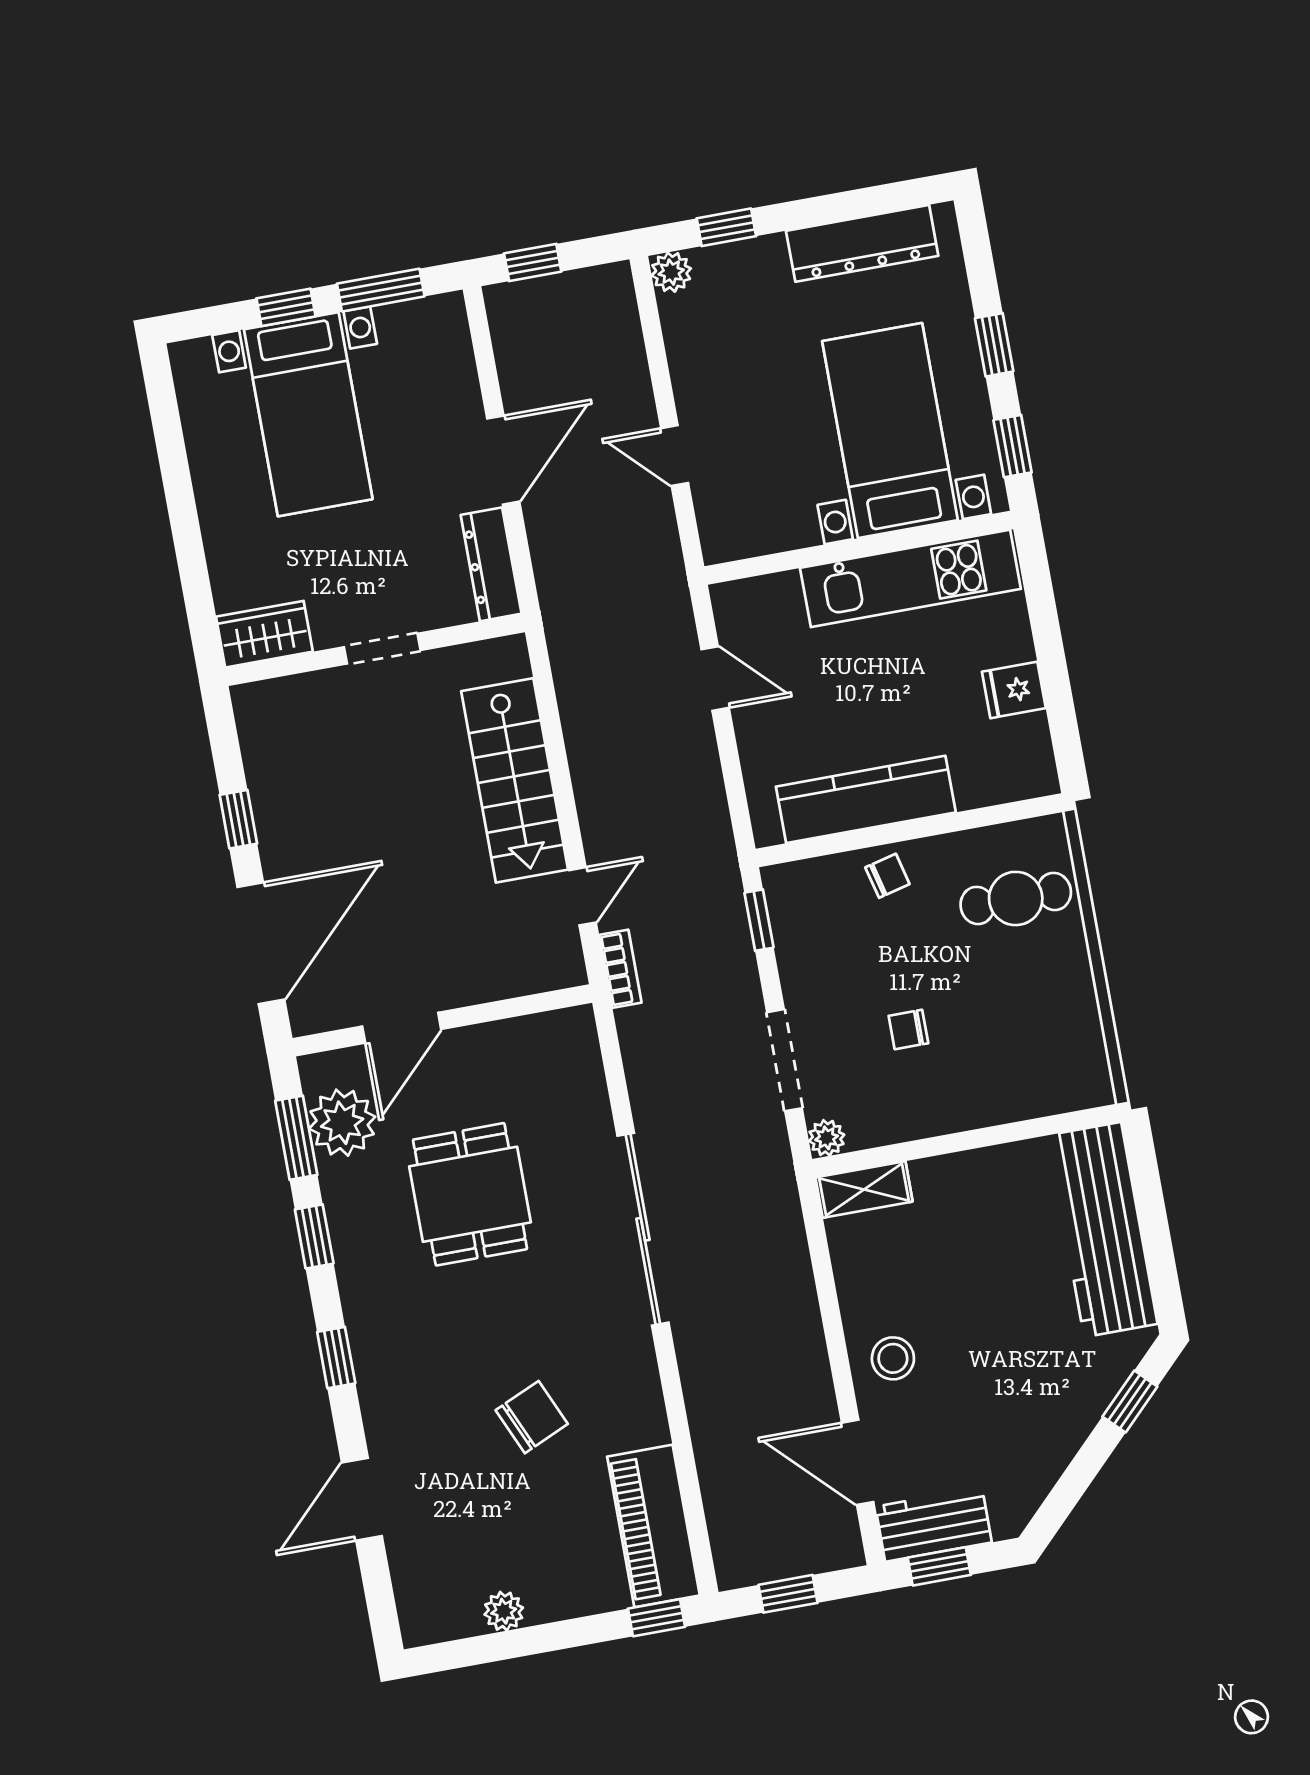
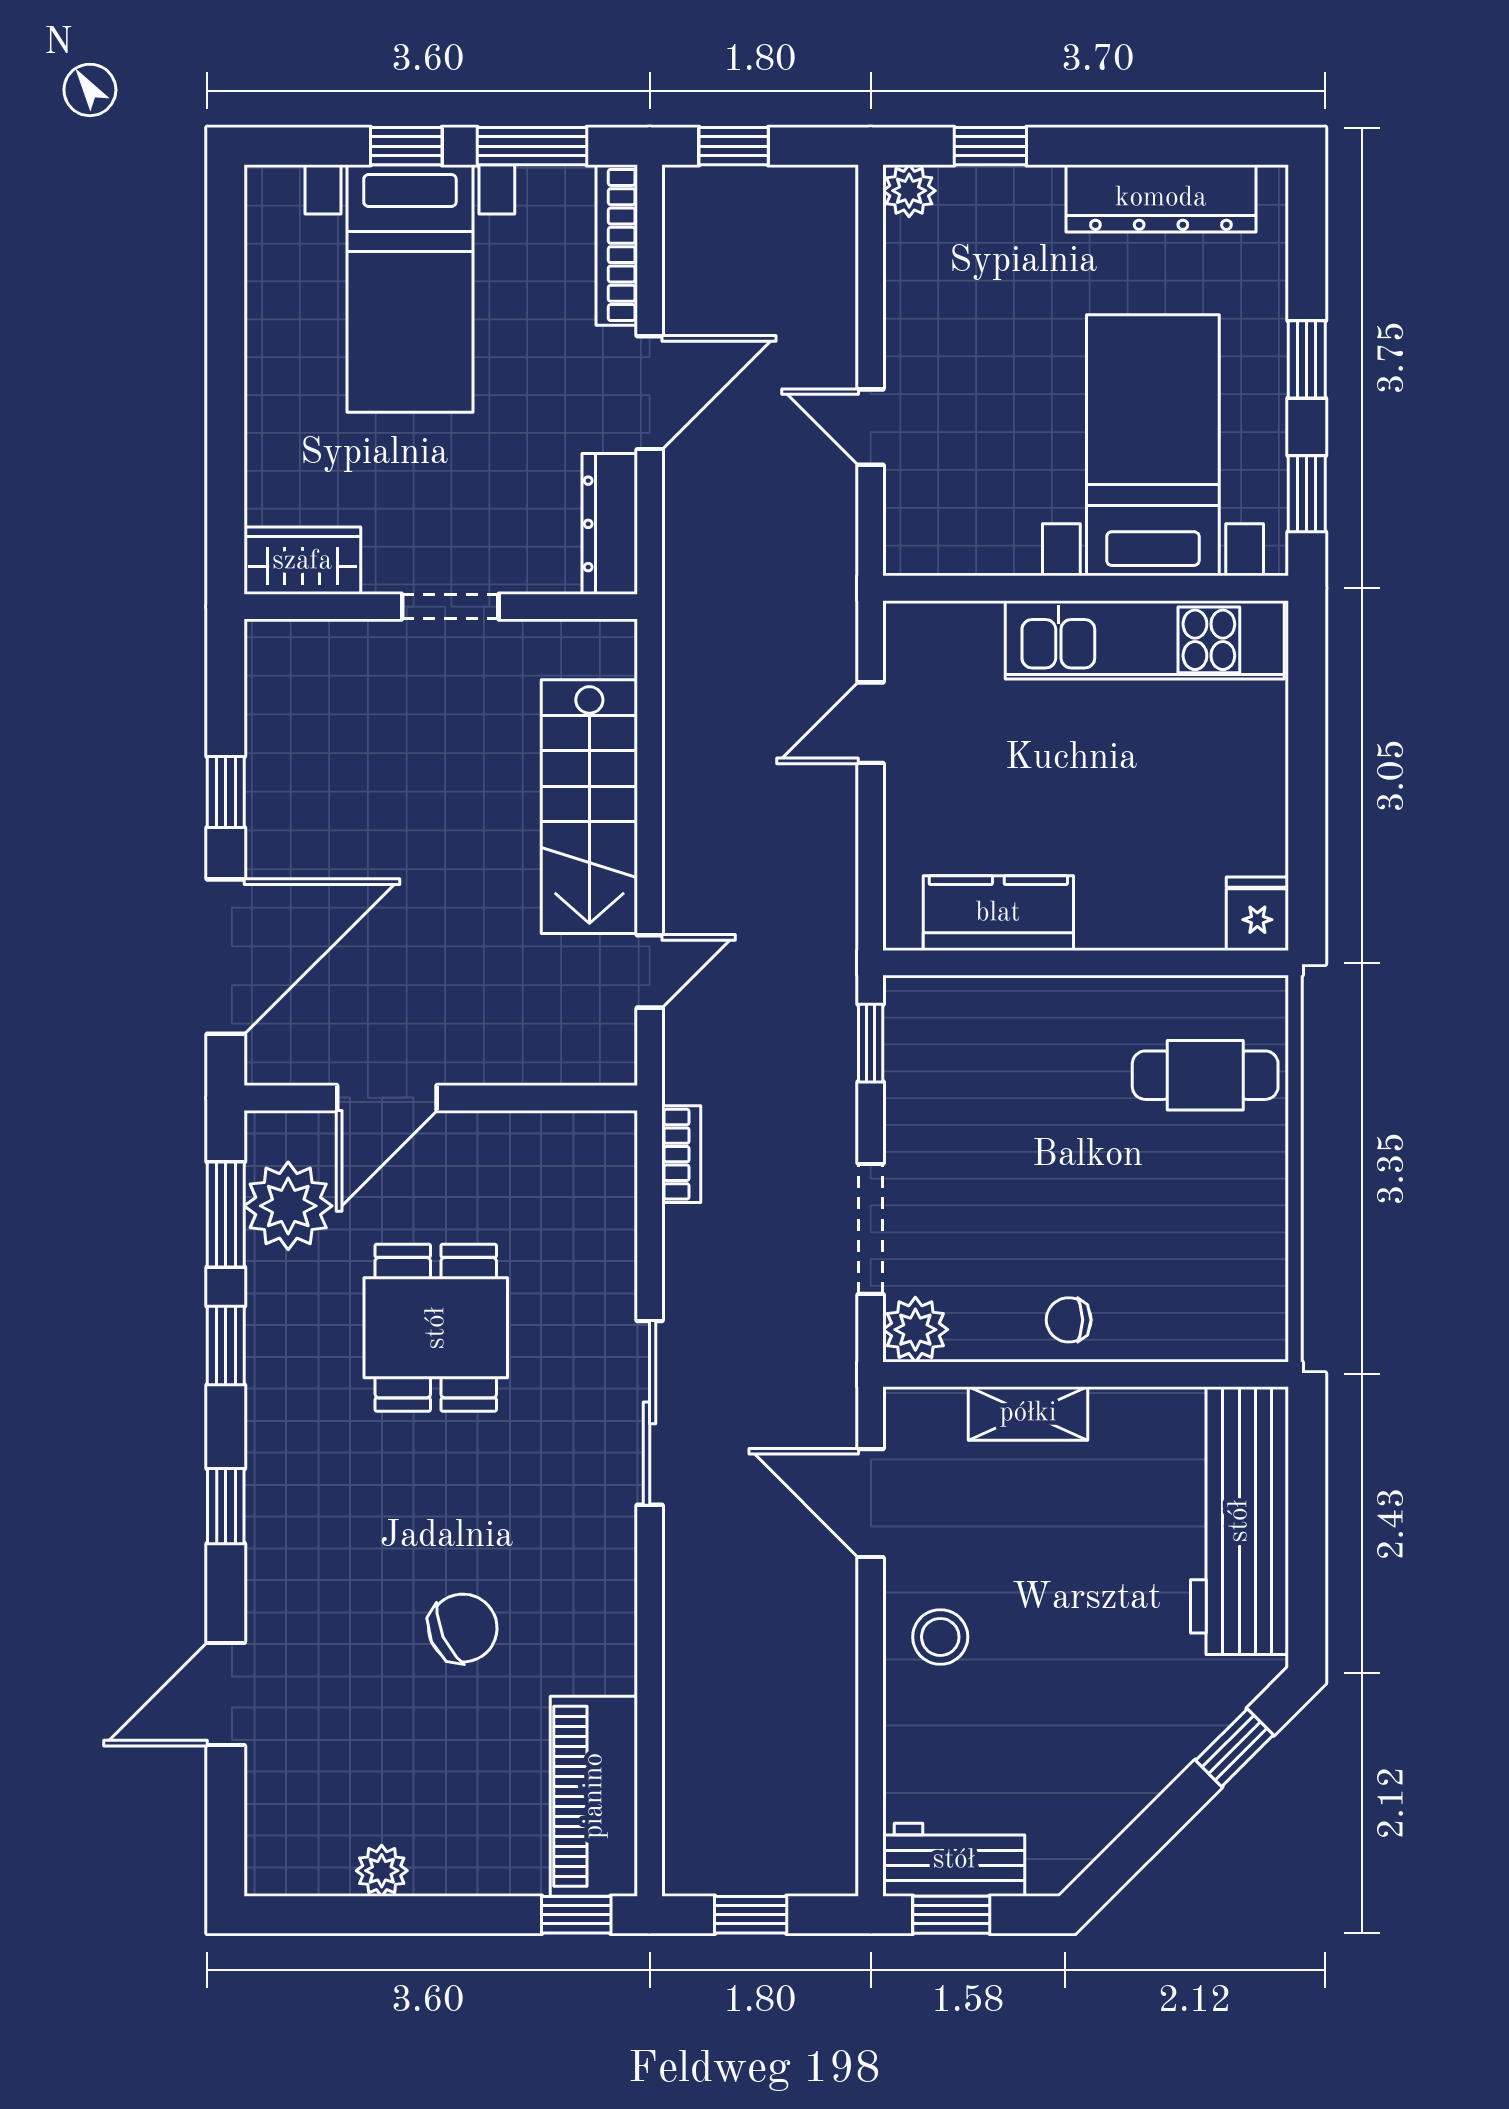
bookcase: (458, 353) -> (617, 245), added
door: (715, 679) -> (871, 723), swing flipped
fridge: (1014, 690) -> (1257, 914), moved, turned 90
kitchen counter: (866, 799) -> (998, 913), width x0.67
chair: (887, 876) -> (1046, 1016), removed
bookcase: (620, 969) -> (681, 1154), moved
chair: (908, 1030) -> (1069, 1320), moved
plant: (827, 1138) -> (915, 1330), width x1.38, depth x1.38
shelving: (864, 1190) -> (1028, 1413), moved
sliding door: (643, 1229) -> (650, 1413), width x0.73
door: (858, 1462) -> (871, 1503), moved

